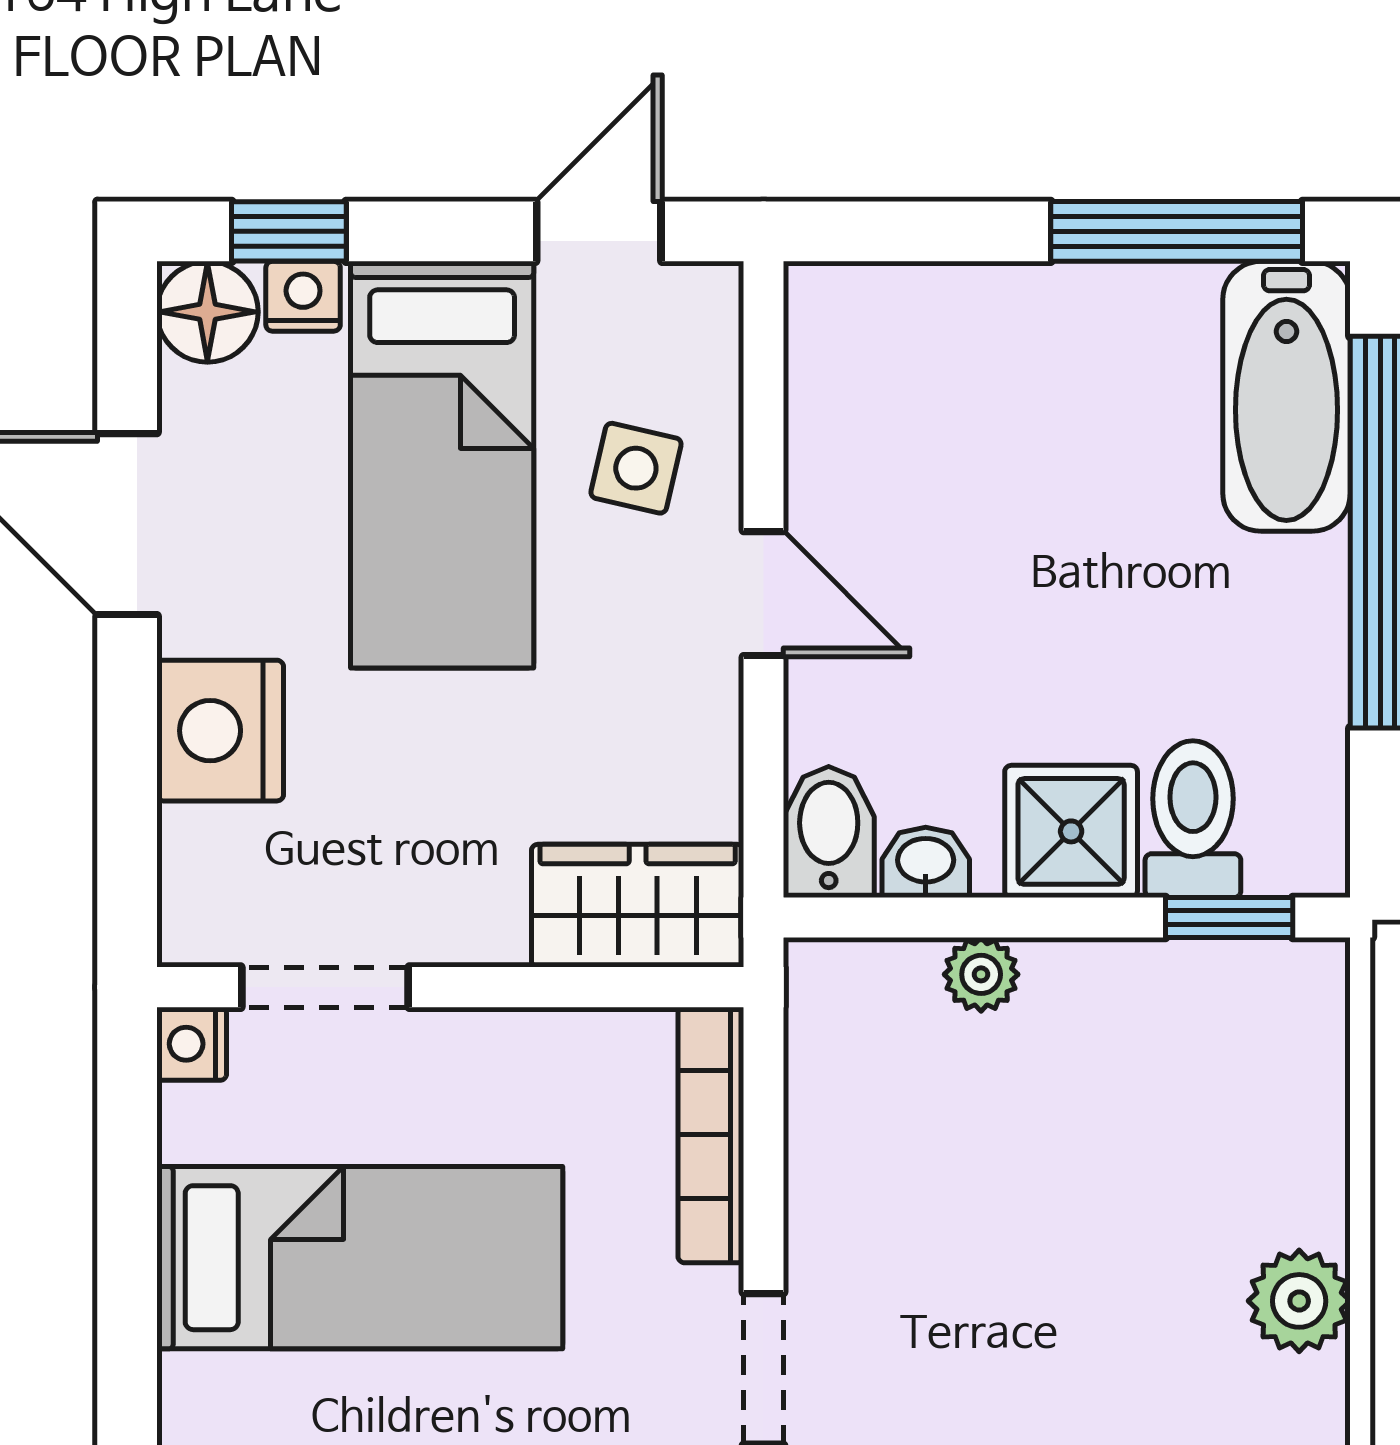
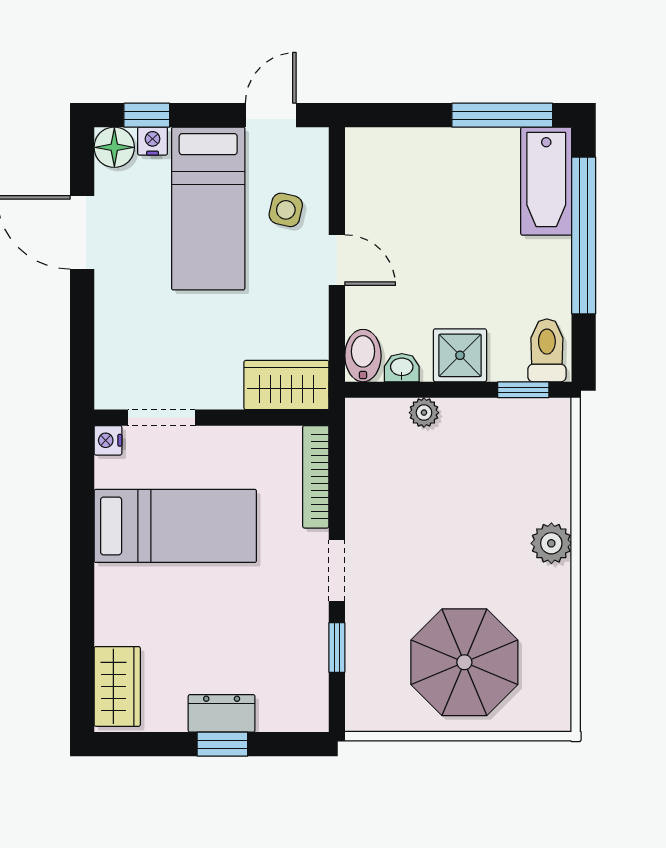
nightstand: (220, 731) -> (119, 315), removed
toilet: (1193, 819) -> (547, 350), moved

